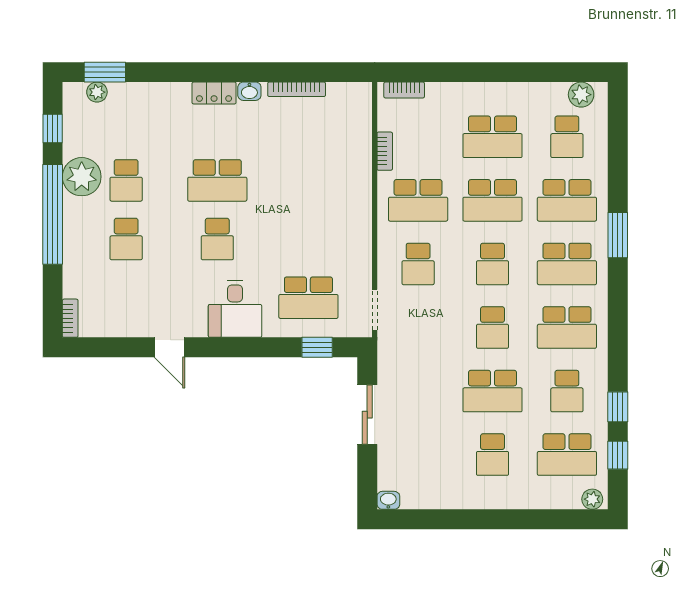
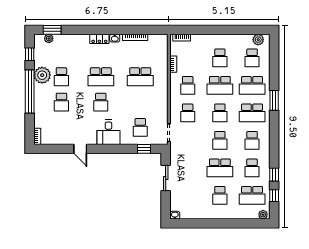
school desk: (492, 137) -> (220, 58), width x0.54
school desk: (308, 180) -> (140, 77), added
school desk: (418, 200) -> (188, 85), width x0.54
school desk: (308, 298) -> (140, 127), width x0.54
school desk: (567, 327) -> (252, 140), width x0.54

